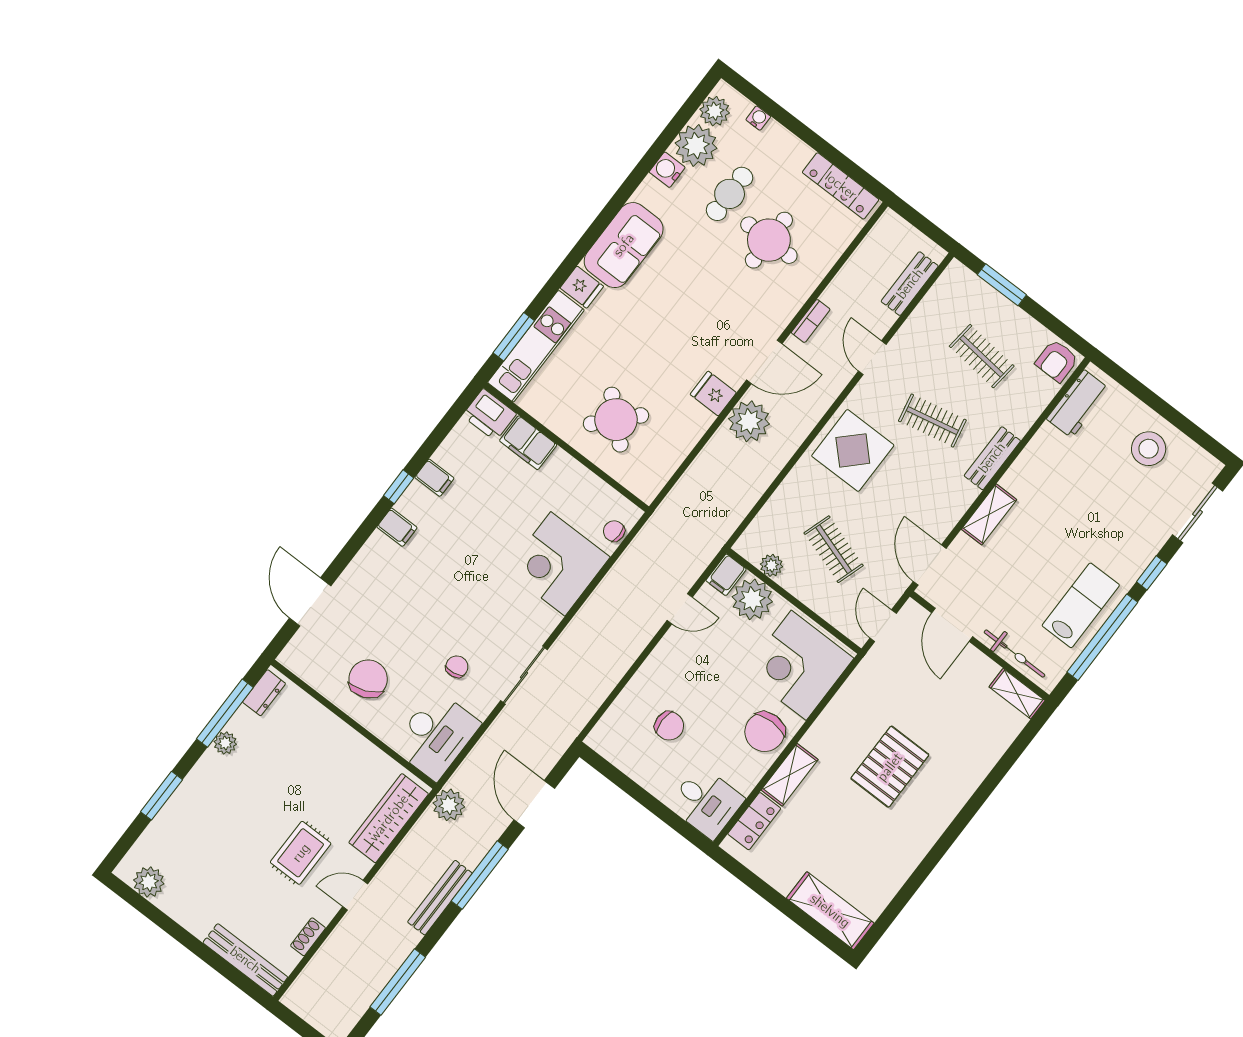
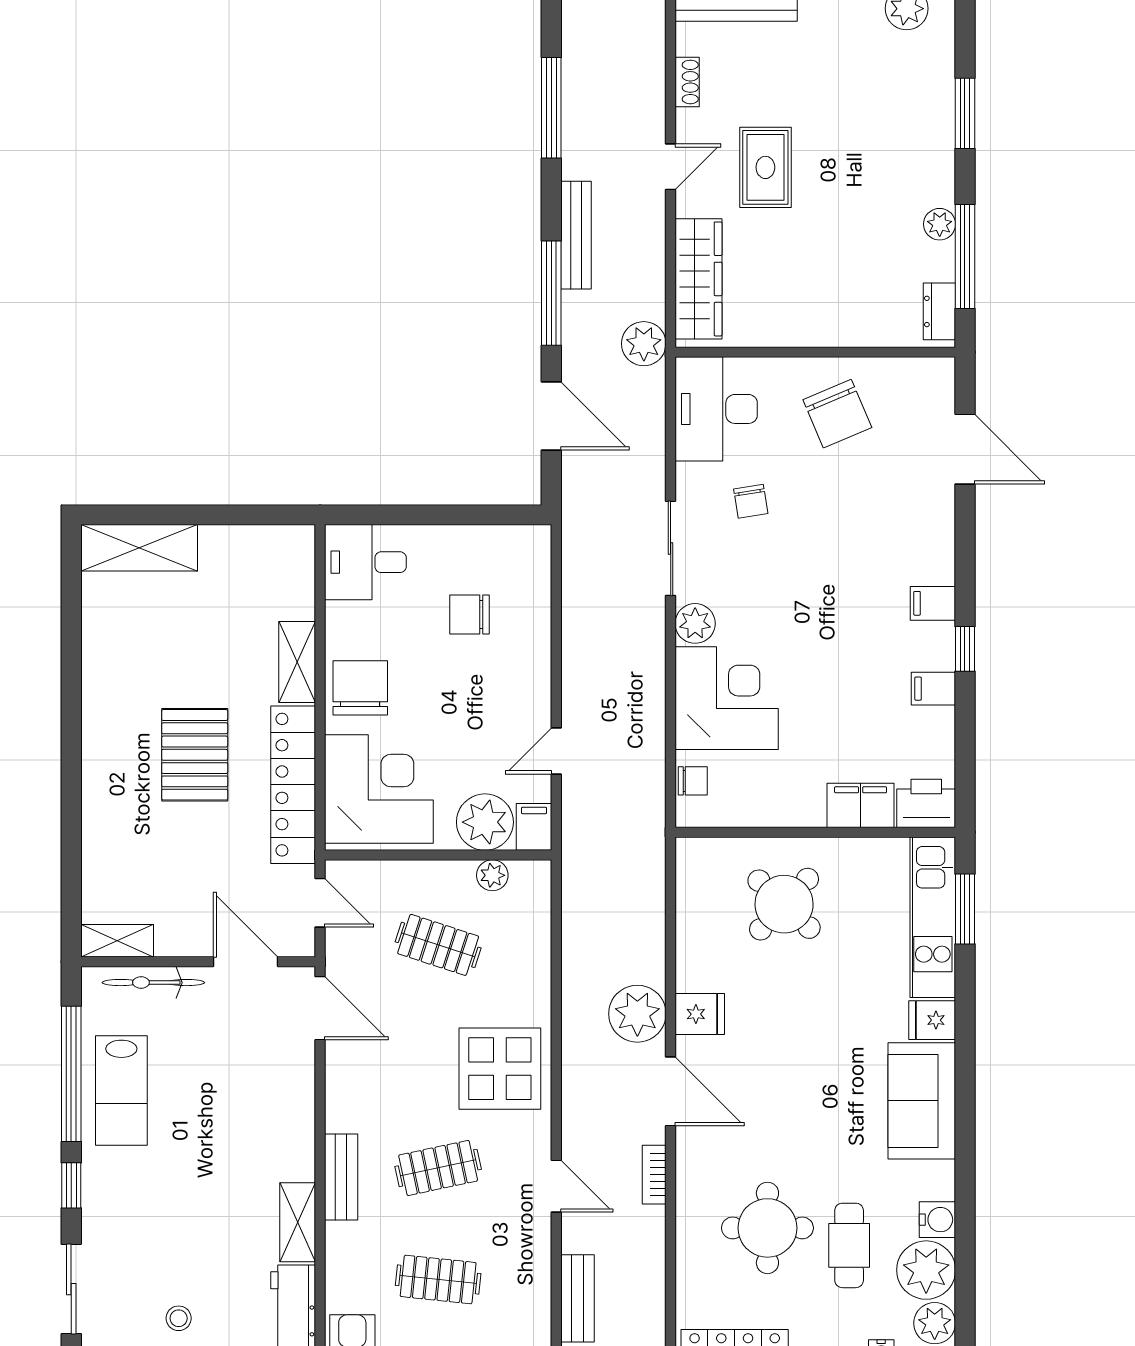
door: (764, 362) -> (671, 1091), swing flipped
stool: (1149, 449) -> (179, 1318), width x0.53, depth x0.53
shelving: (989, 514) -> (298, 1222), moved
plant: (543, 621) -> (695, 623), added
locker: (754, 821) -> (293, 785), moved, width x2.16, depth x1.21

